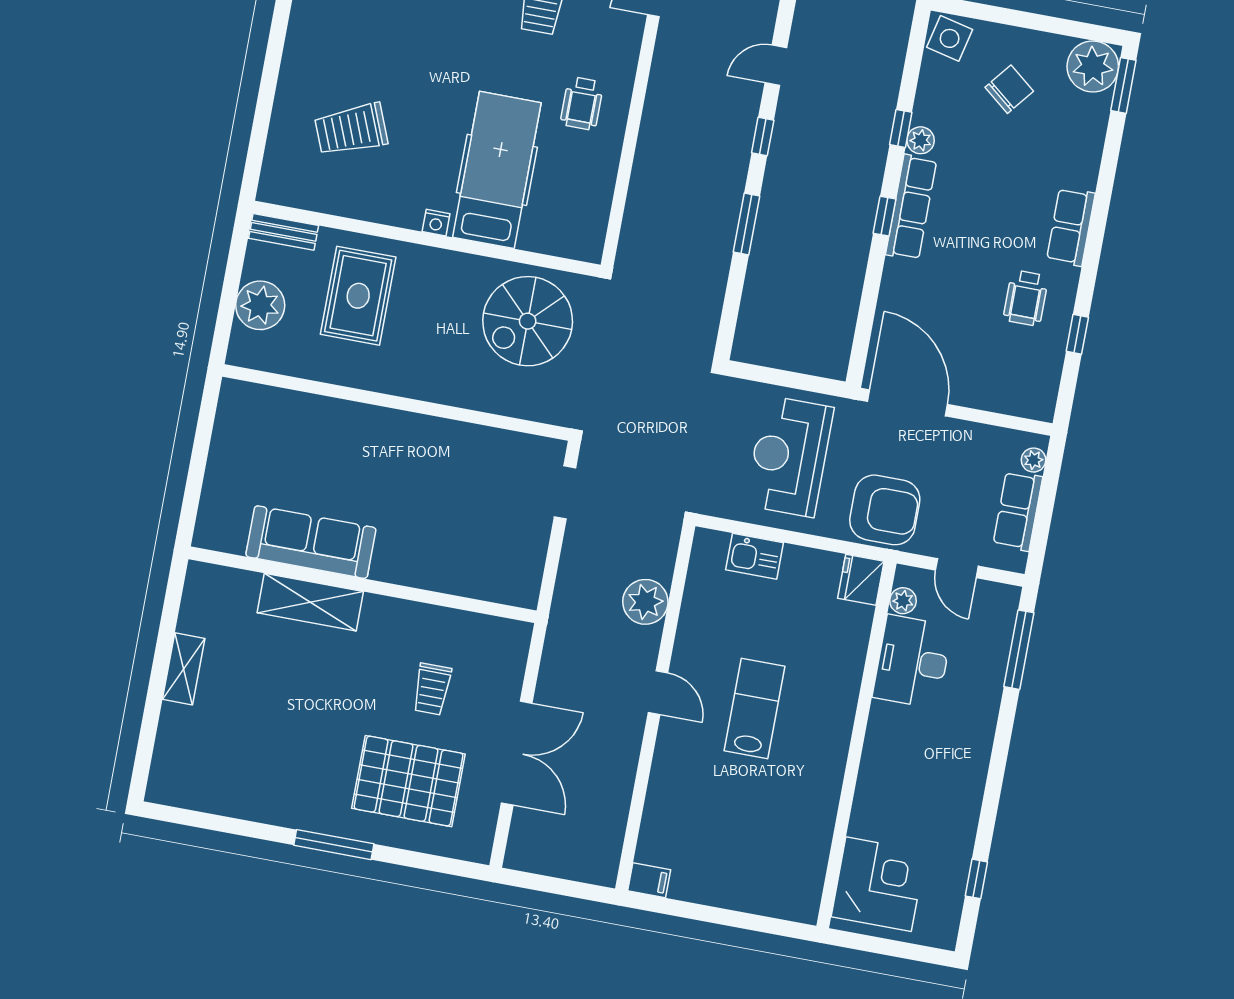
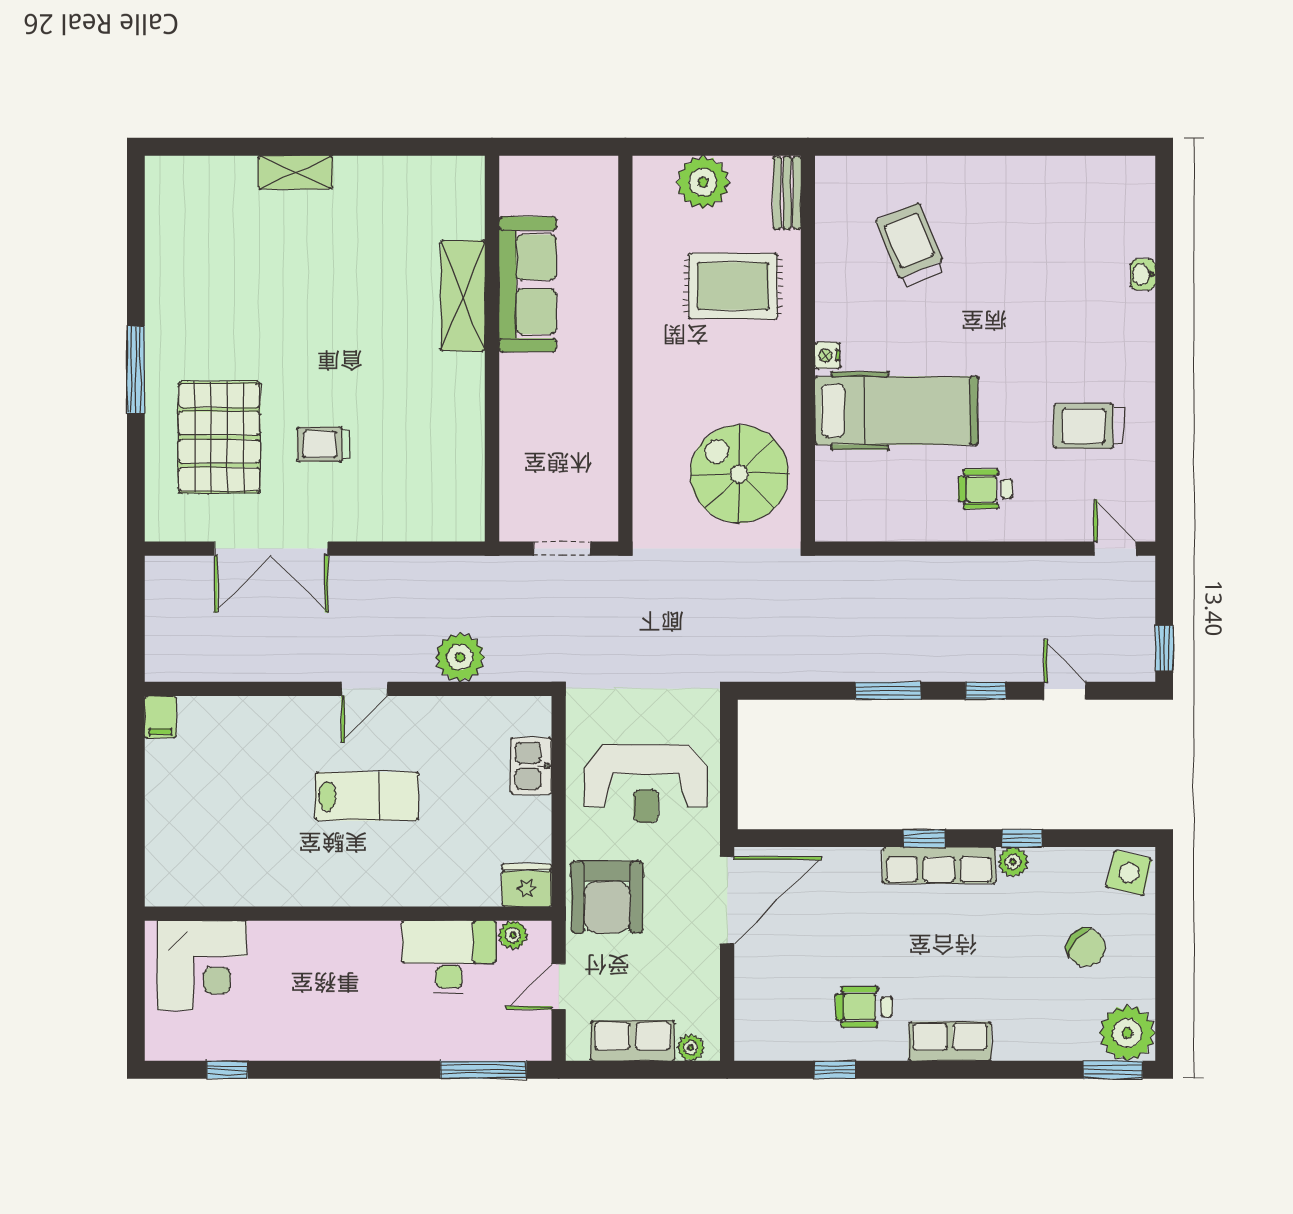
reception desk: (789, 456) -> (646, 783), turned 180
sofa: (311, 542) -> (528, 284), moved
wall: (363, 585) -> (492, 349), moved
shelving: (310, 602) -> (463, 296), moved

